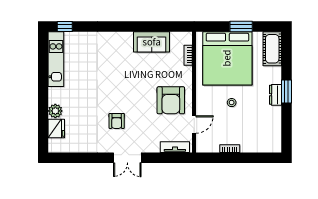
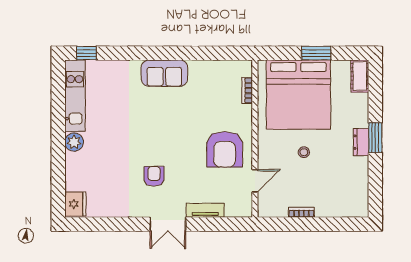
sofa: (152, 42) -> (164, 73), moved
cot: (272, 49) -> (360, 76), width x0.73, depth x0.75
plant: (55, 111) -> (74, 142), moved
armchair: (117, 121) -> (154, 176), turned 180
fridge: (56, 128) -> (75, 204), moved
tv unit: (175, 147) -> (205, 210), moved

